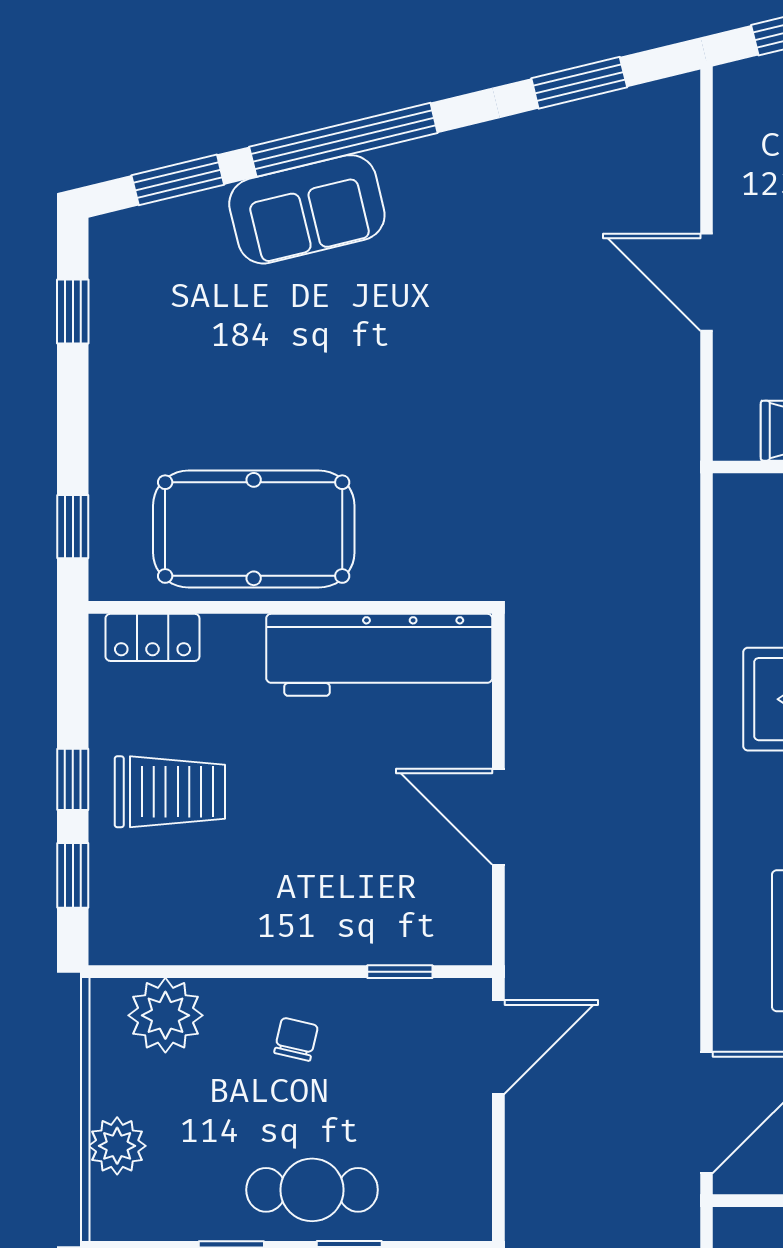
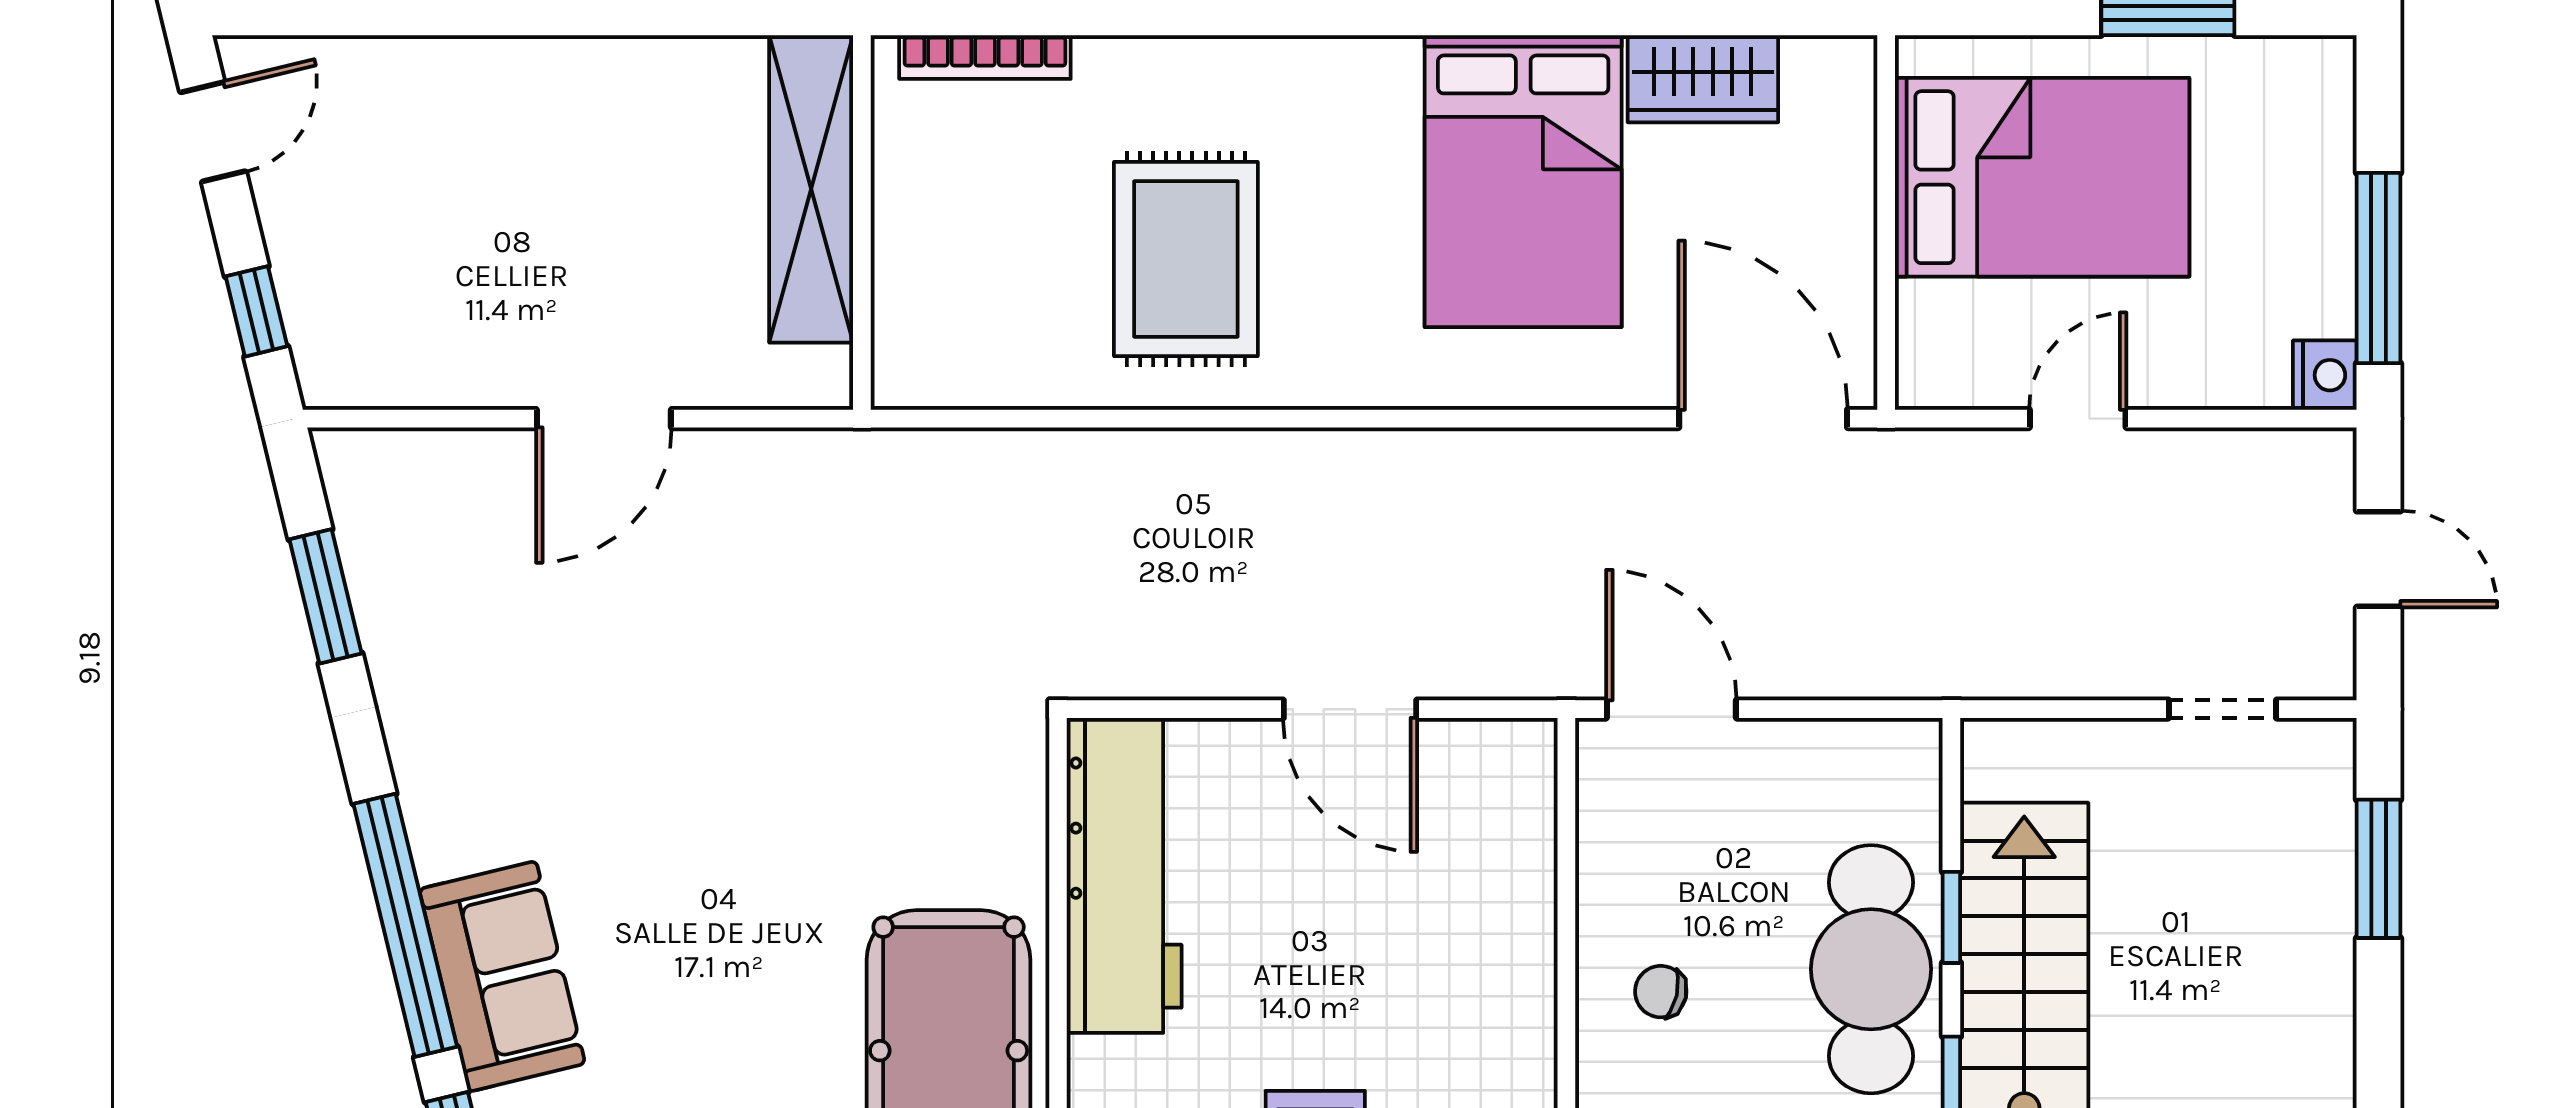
door: (498, 817) -> (1350, 709), hinge flipped
window: (400, 972) -> (1566, 847), removed
cafe table: (312, 1190) -> (1871, 969), width x1.37, depth x1.35

